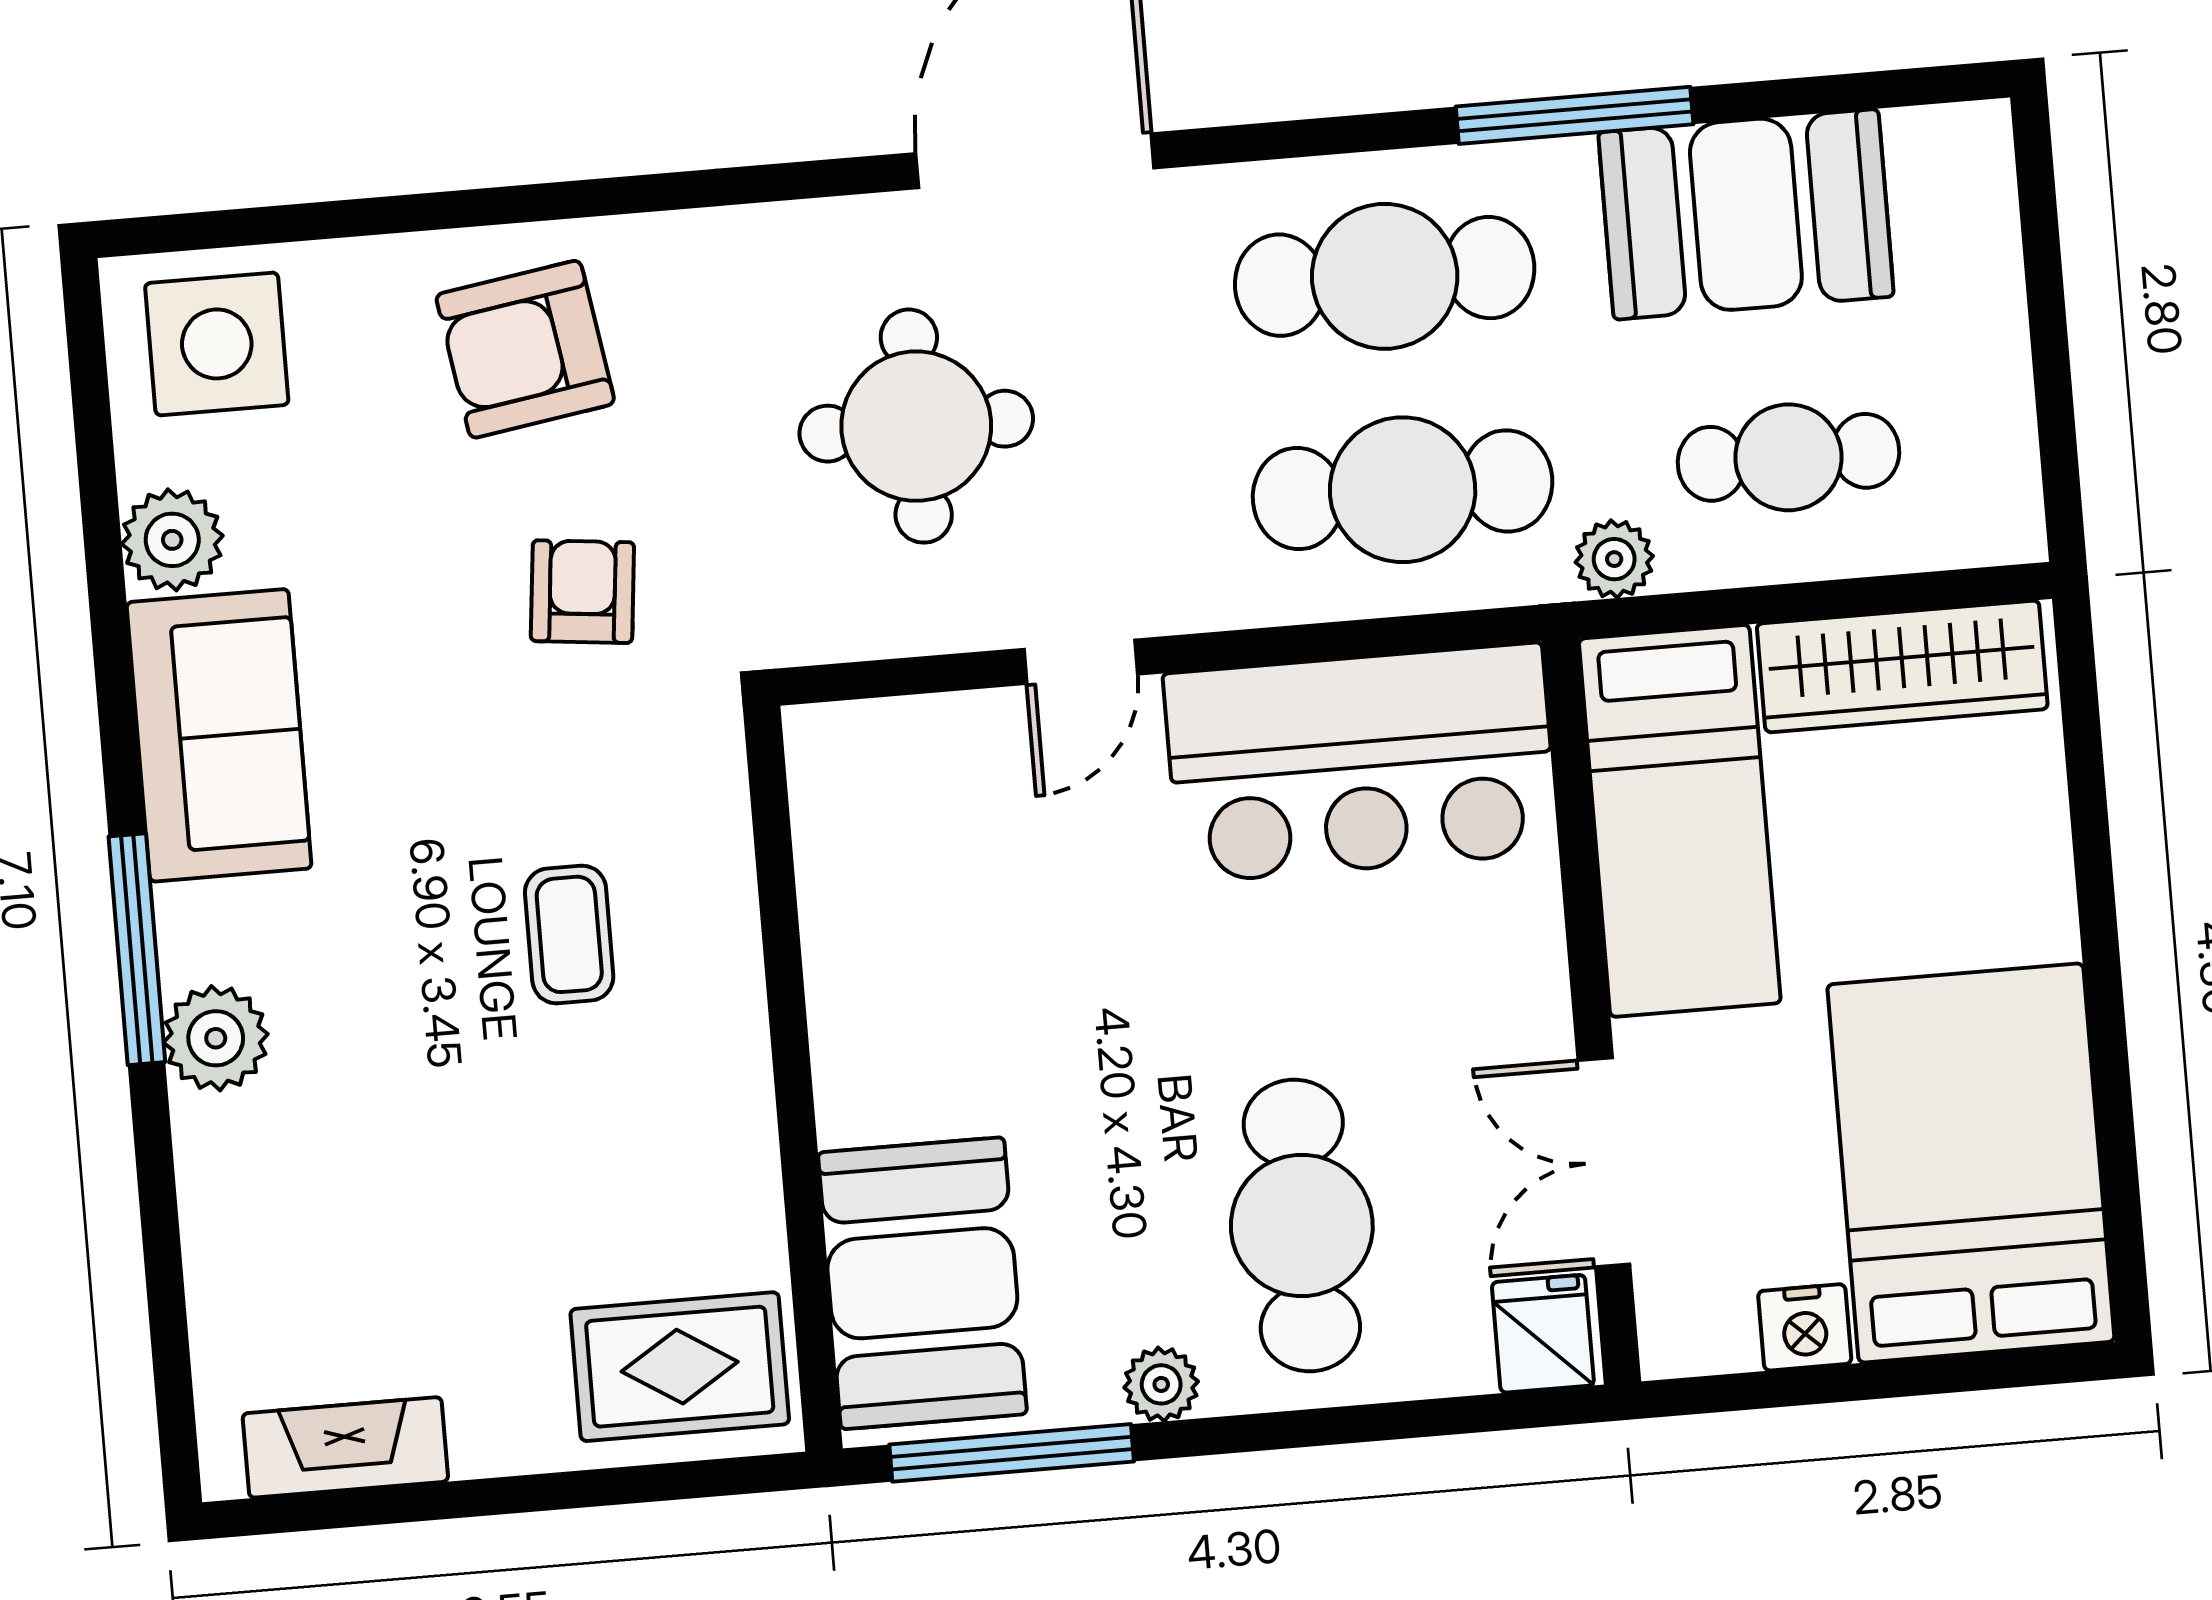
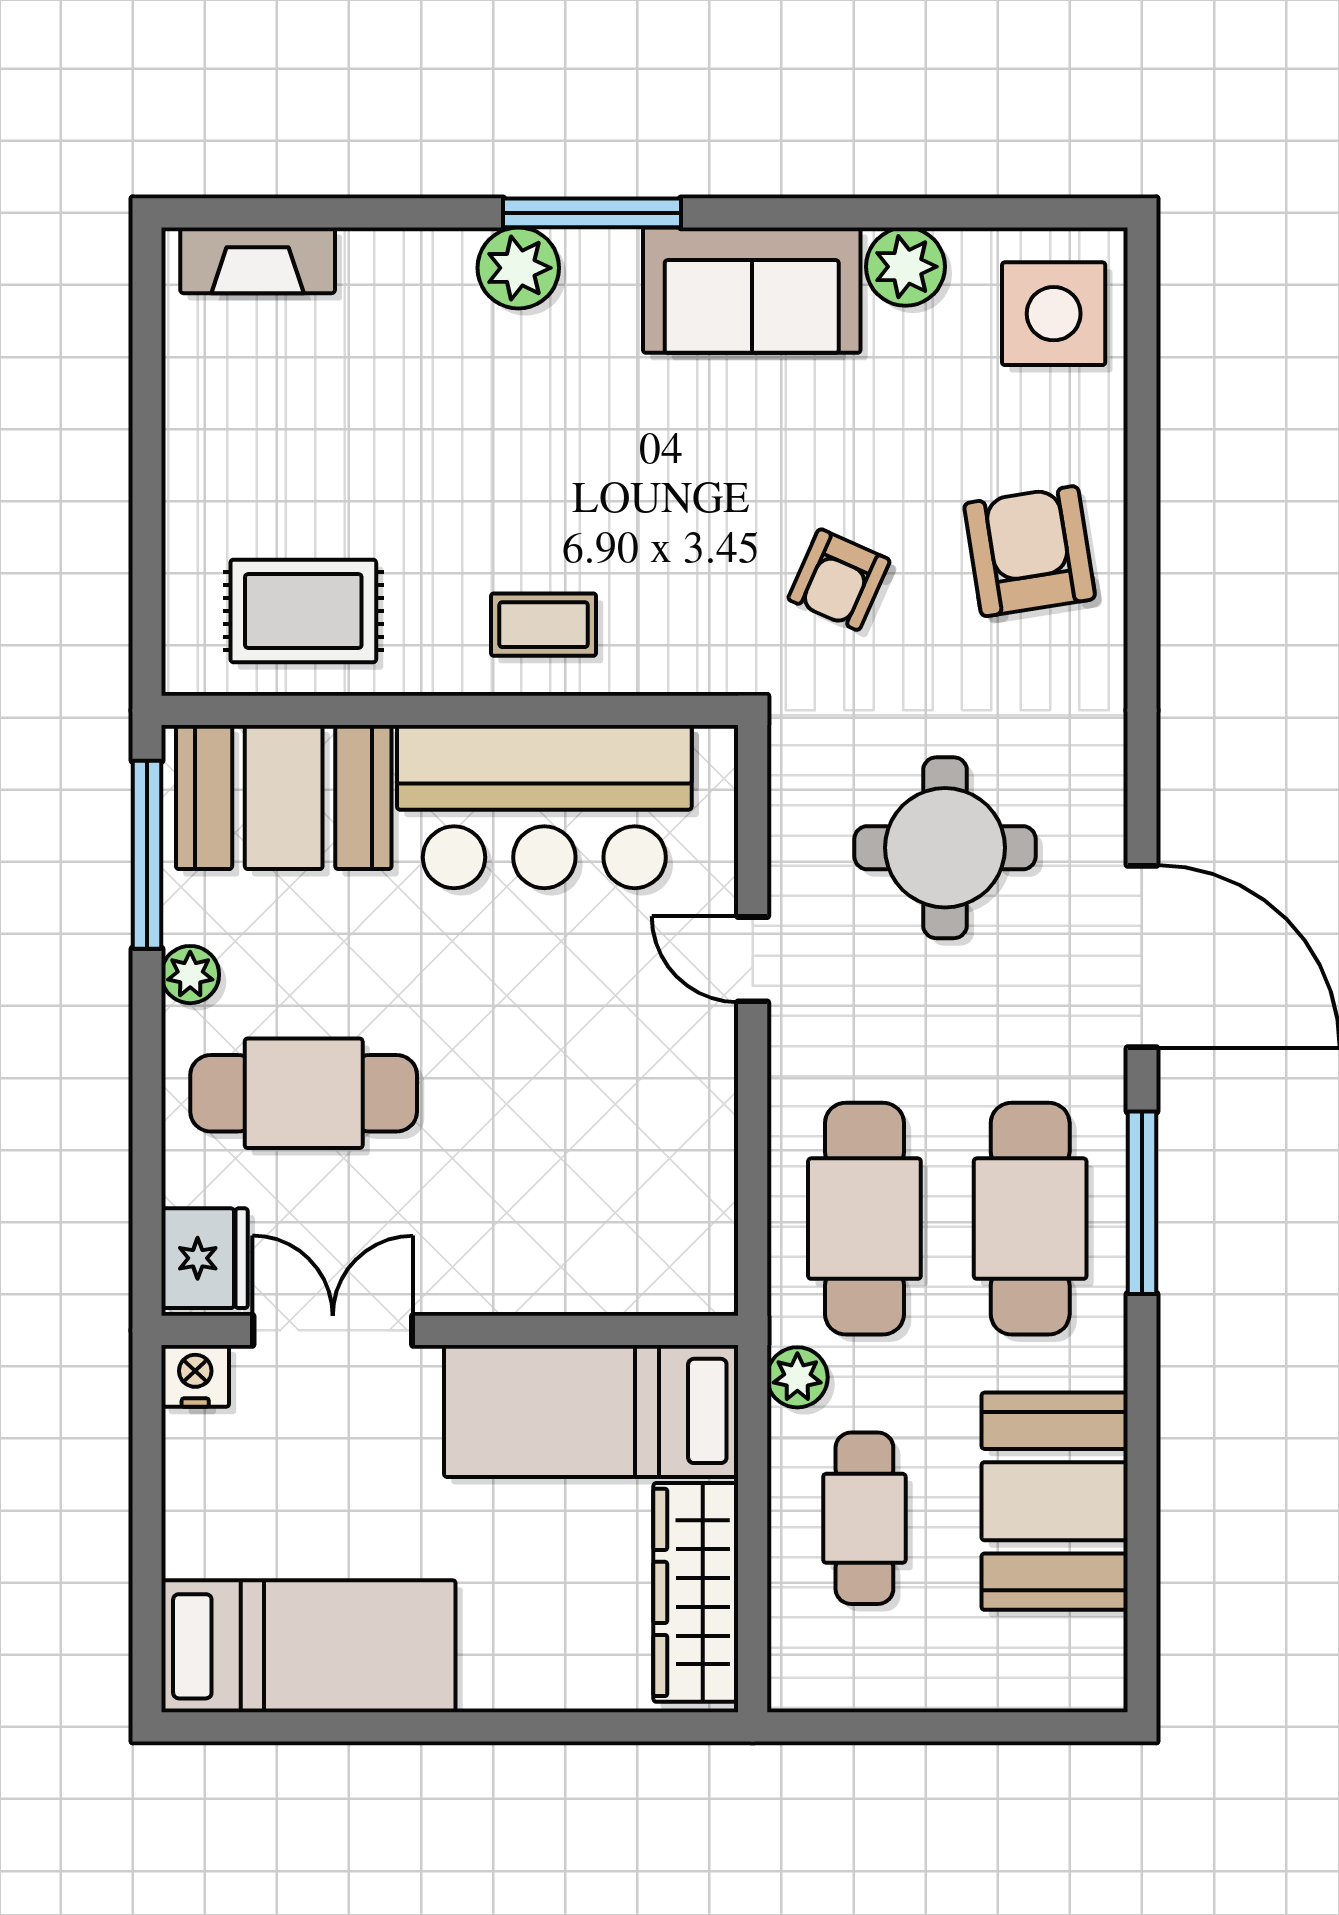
window: (1575, 115) -> (1142, 1203), moved
armchair: (582, 592) -> (839, 580), turned 108
bar counter: (1361, 763) -> (544, 807), moved, turned -90
coffee table: (569, 934) -> (544, 625), moved
bed: (1971, 1163) -> (308, 1646), width x0.67
nightstand: (1805, 1327) -> (195, 1376), moved, turned 90
fridge: (1543, 1334) -> (205, 1258), width x1.38
rug: (680, 1367) -> (303, 611), moved, turned 90
fireplace: (345, 1447) -> (258, 260), moved, turned 90

